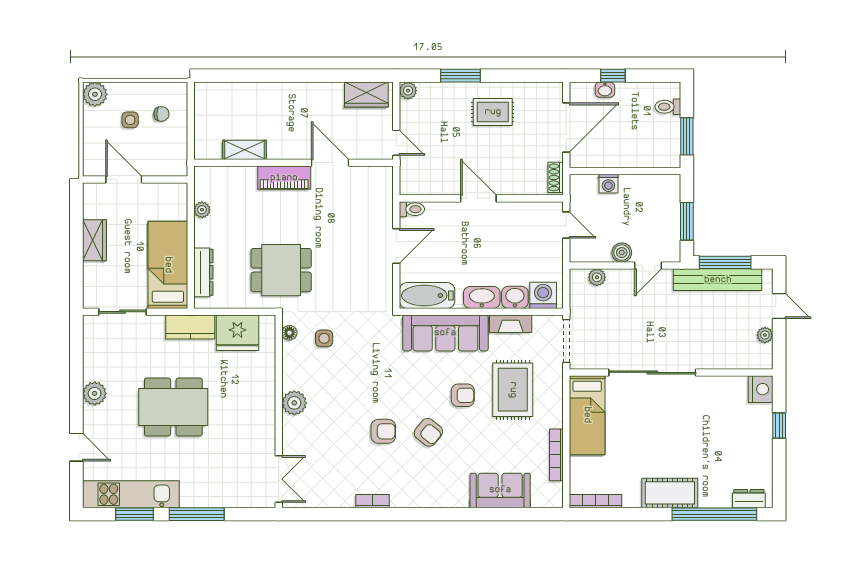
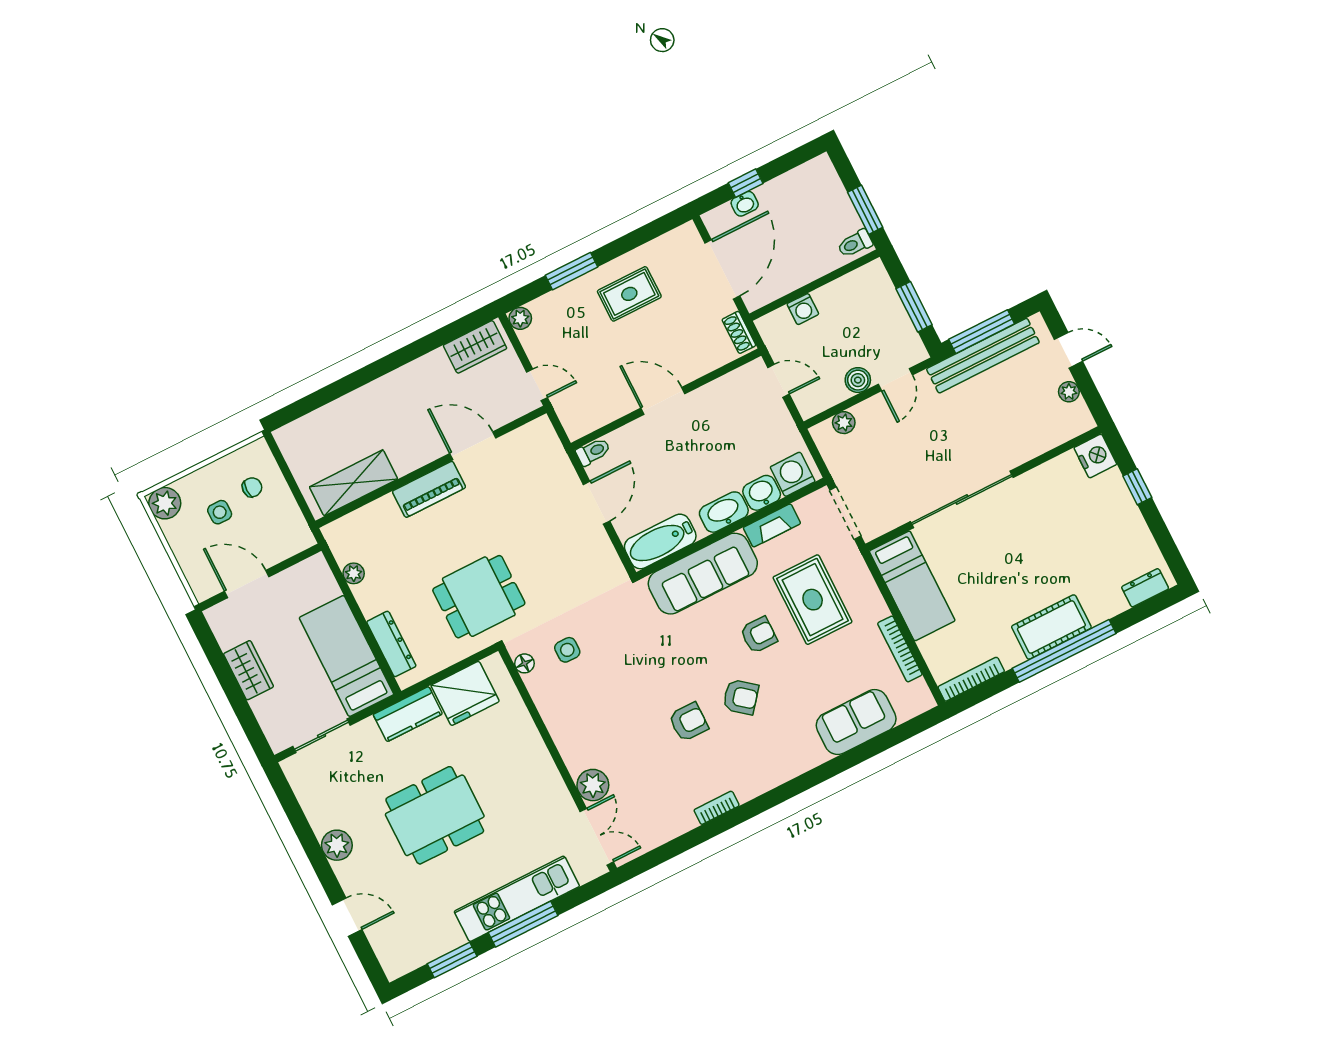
toilet: (668, 107) -> (855, 244), moved
shelving: (245, 150) -> (354, 483), width x1.50, depth x1.33
plant: (294, 403) -> (593, 785), moved
kitchen unit: (131, 494) -> (517, 899), moved
window: (714, 514) -> (1064, 651), moved

